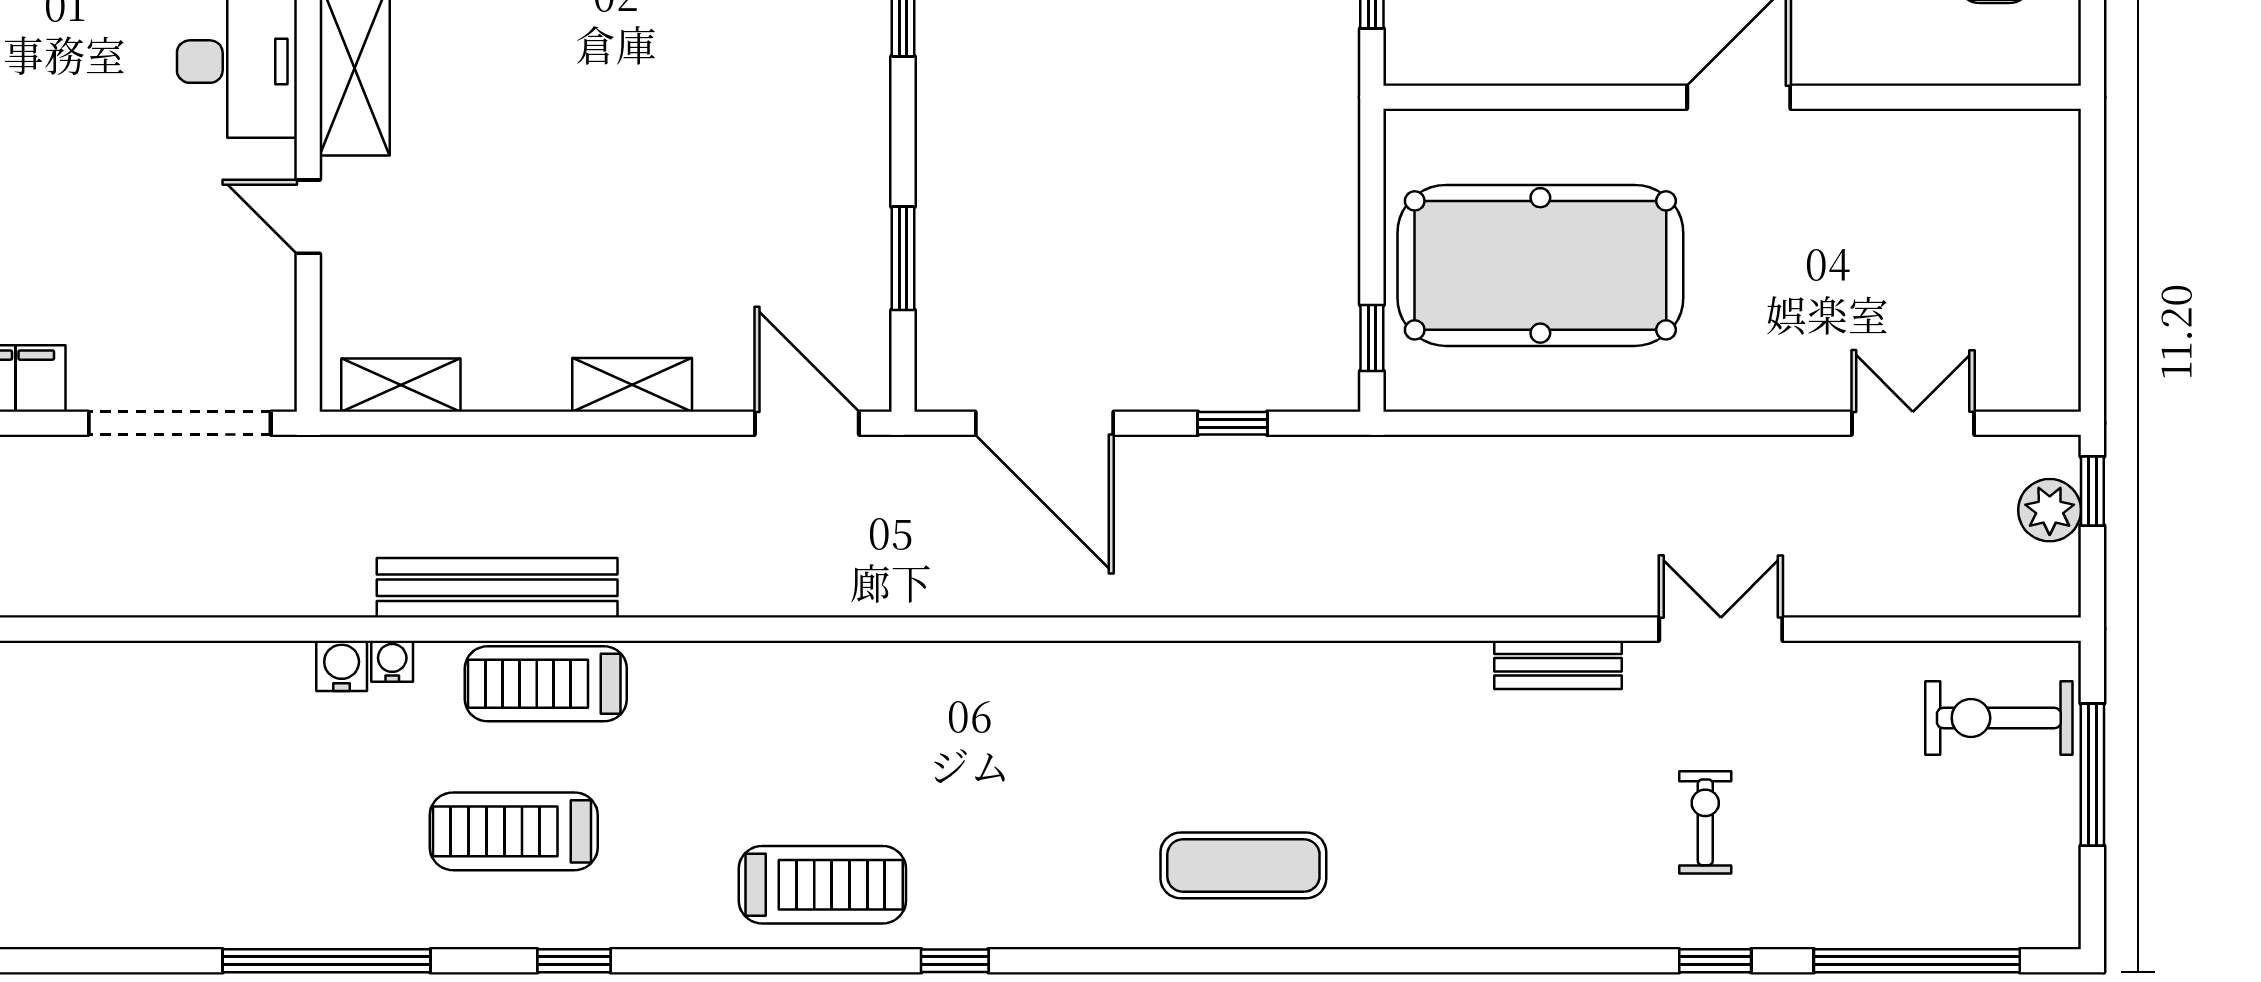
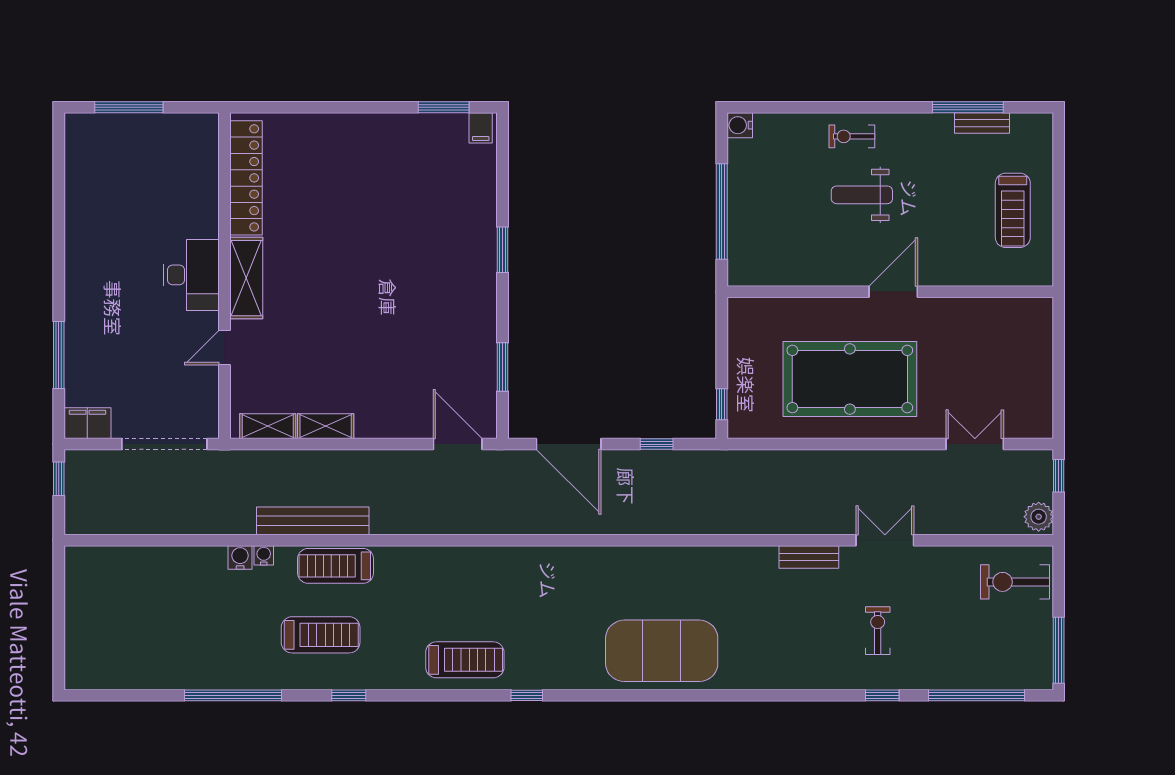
door: (308, 217) -> (224, 348), hinge flipped
pool table: (1540, 265) -> (850, 379), moved
shelving: (632, 385) -> (326, 426), moved
plant: (2050, 510) -> (1039, 517), moved
window: (2092, 775) -> (1059, 650), moved
treadmill: (514, 831) -> (321, 635), turned 180
exercise mat: (1243, 865) -> (662, 651), width x2.00, depth x1.45

